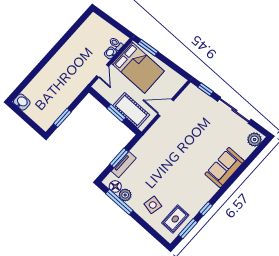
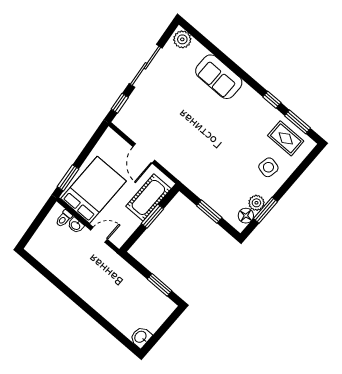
tv unit: (124, 165) -> (218, 205), removed
window: (119, 202) -> (265, 210), width x0.69

